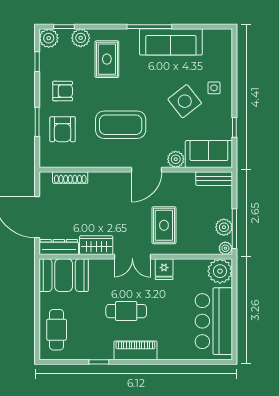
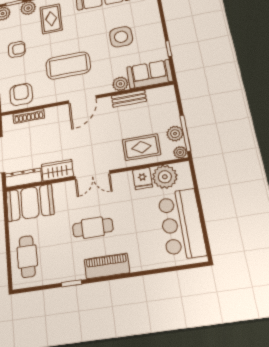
side table: (214, 88) -> (145, 22), removed
side table: (185, 101) -> (121, 37), turned 38
armchair: (63, 129) -> (21, 95), moved, turned 180
door: (147, 170) -> (82, 100), moved
bench: (214, 179) -> (129, 99), moved
rug: (164, 225) -> (141, 147), moved, turned 90
fridge: (164, 269) -> (142, 179), moved
plant: (220, 271) -> (165, 177), moved

